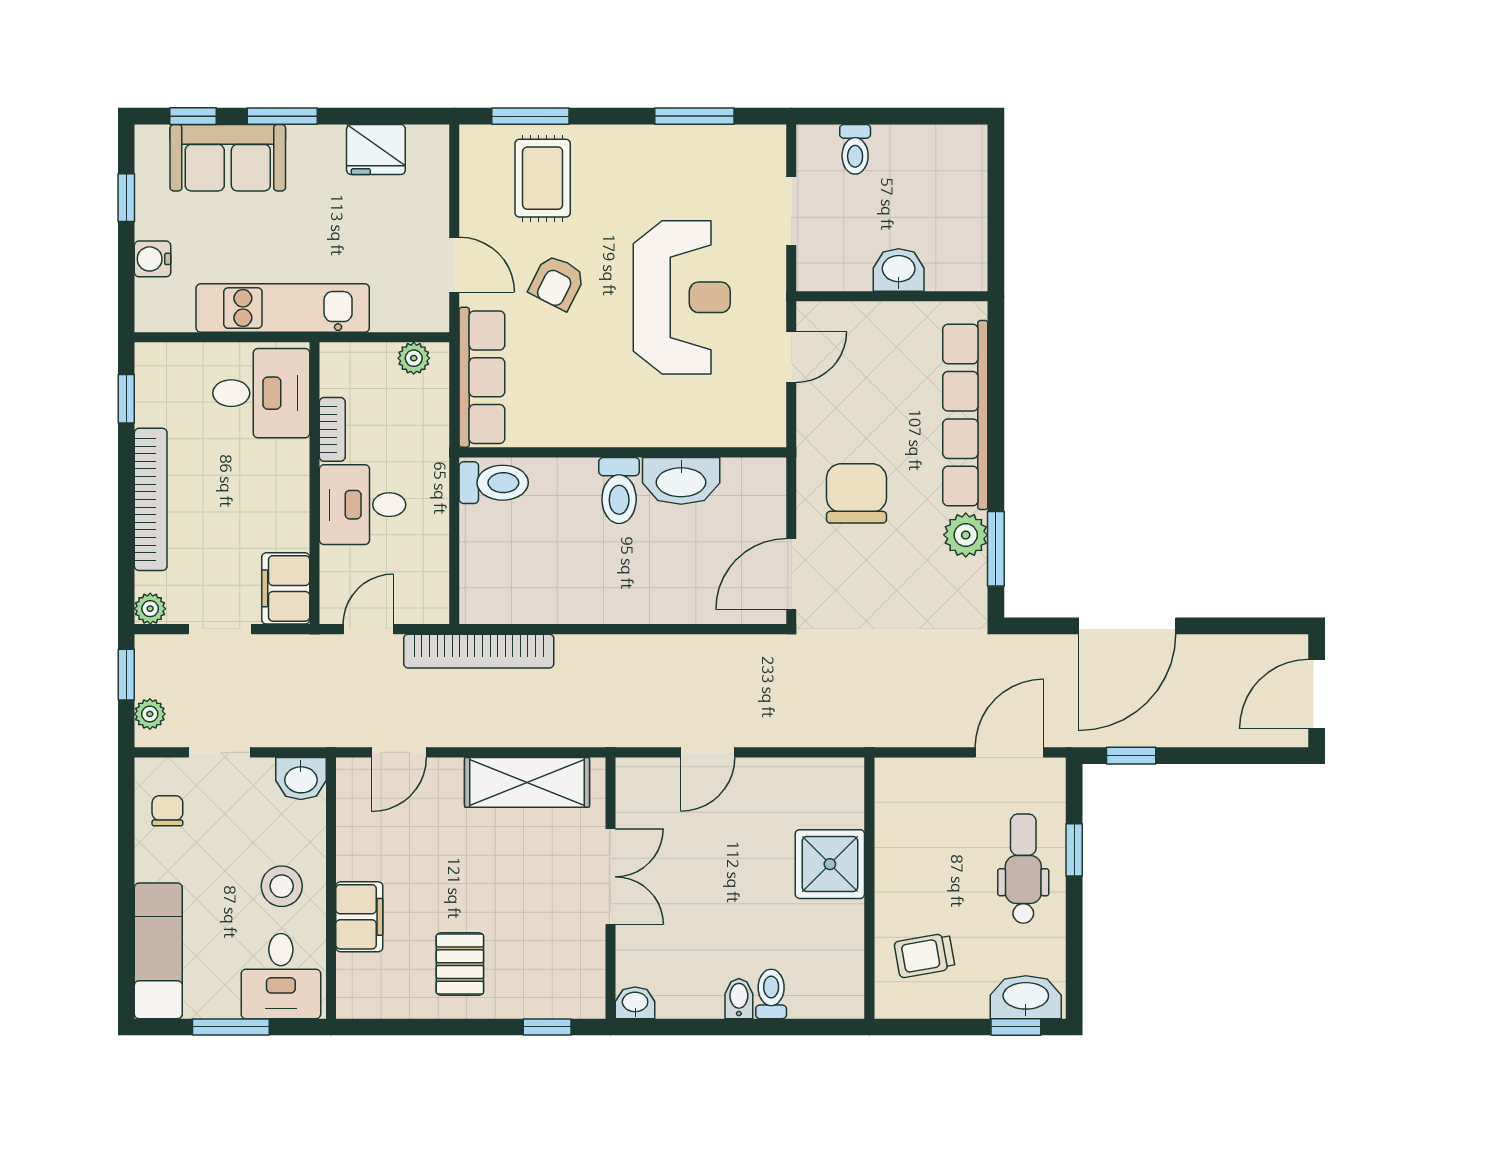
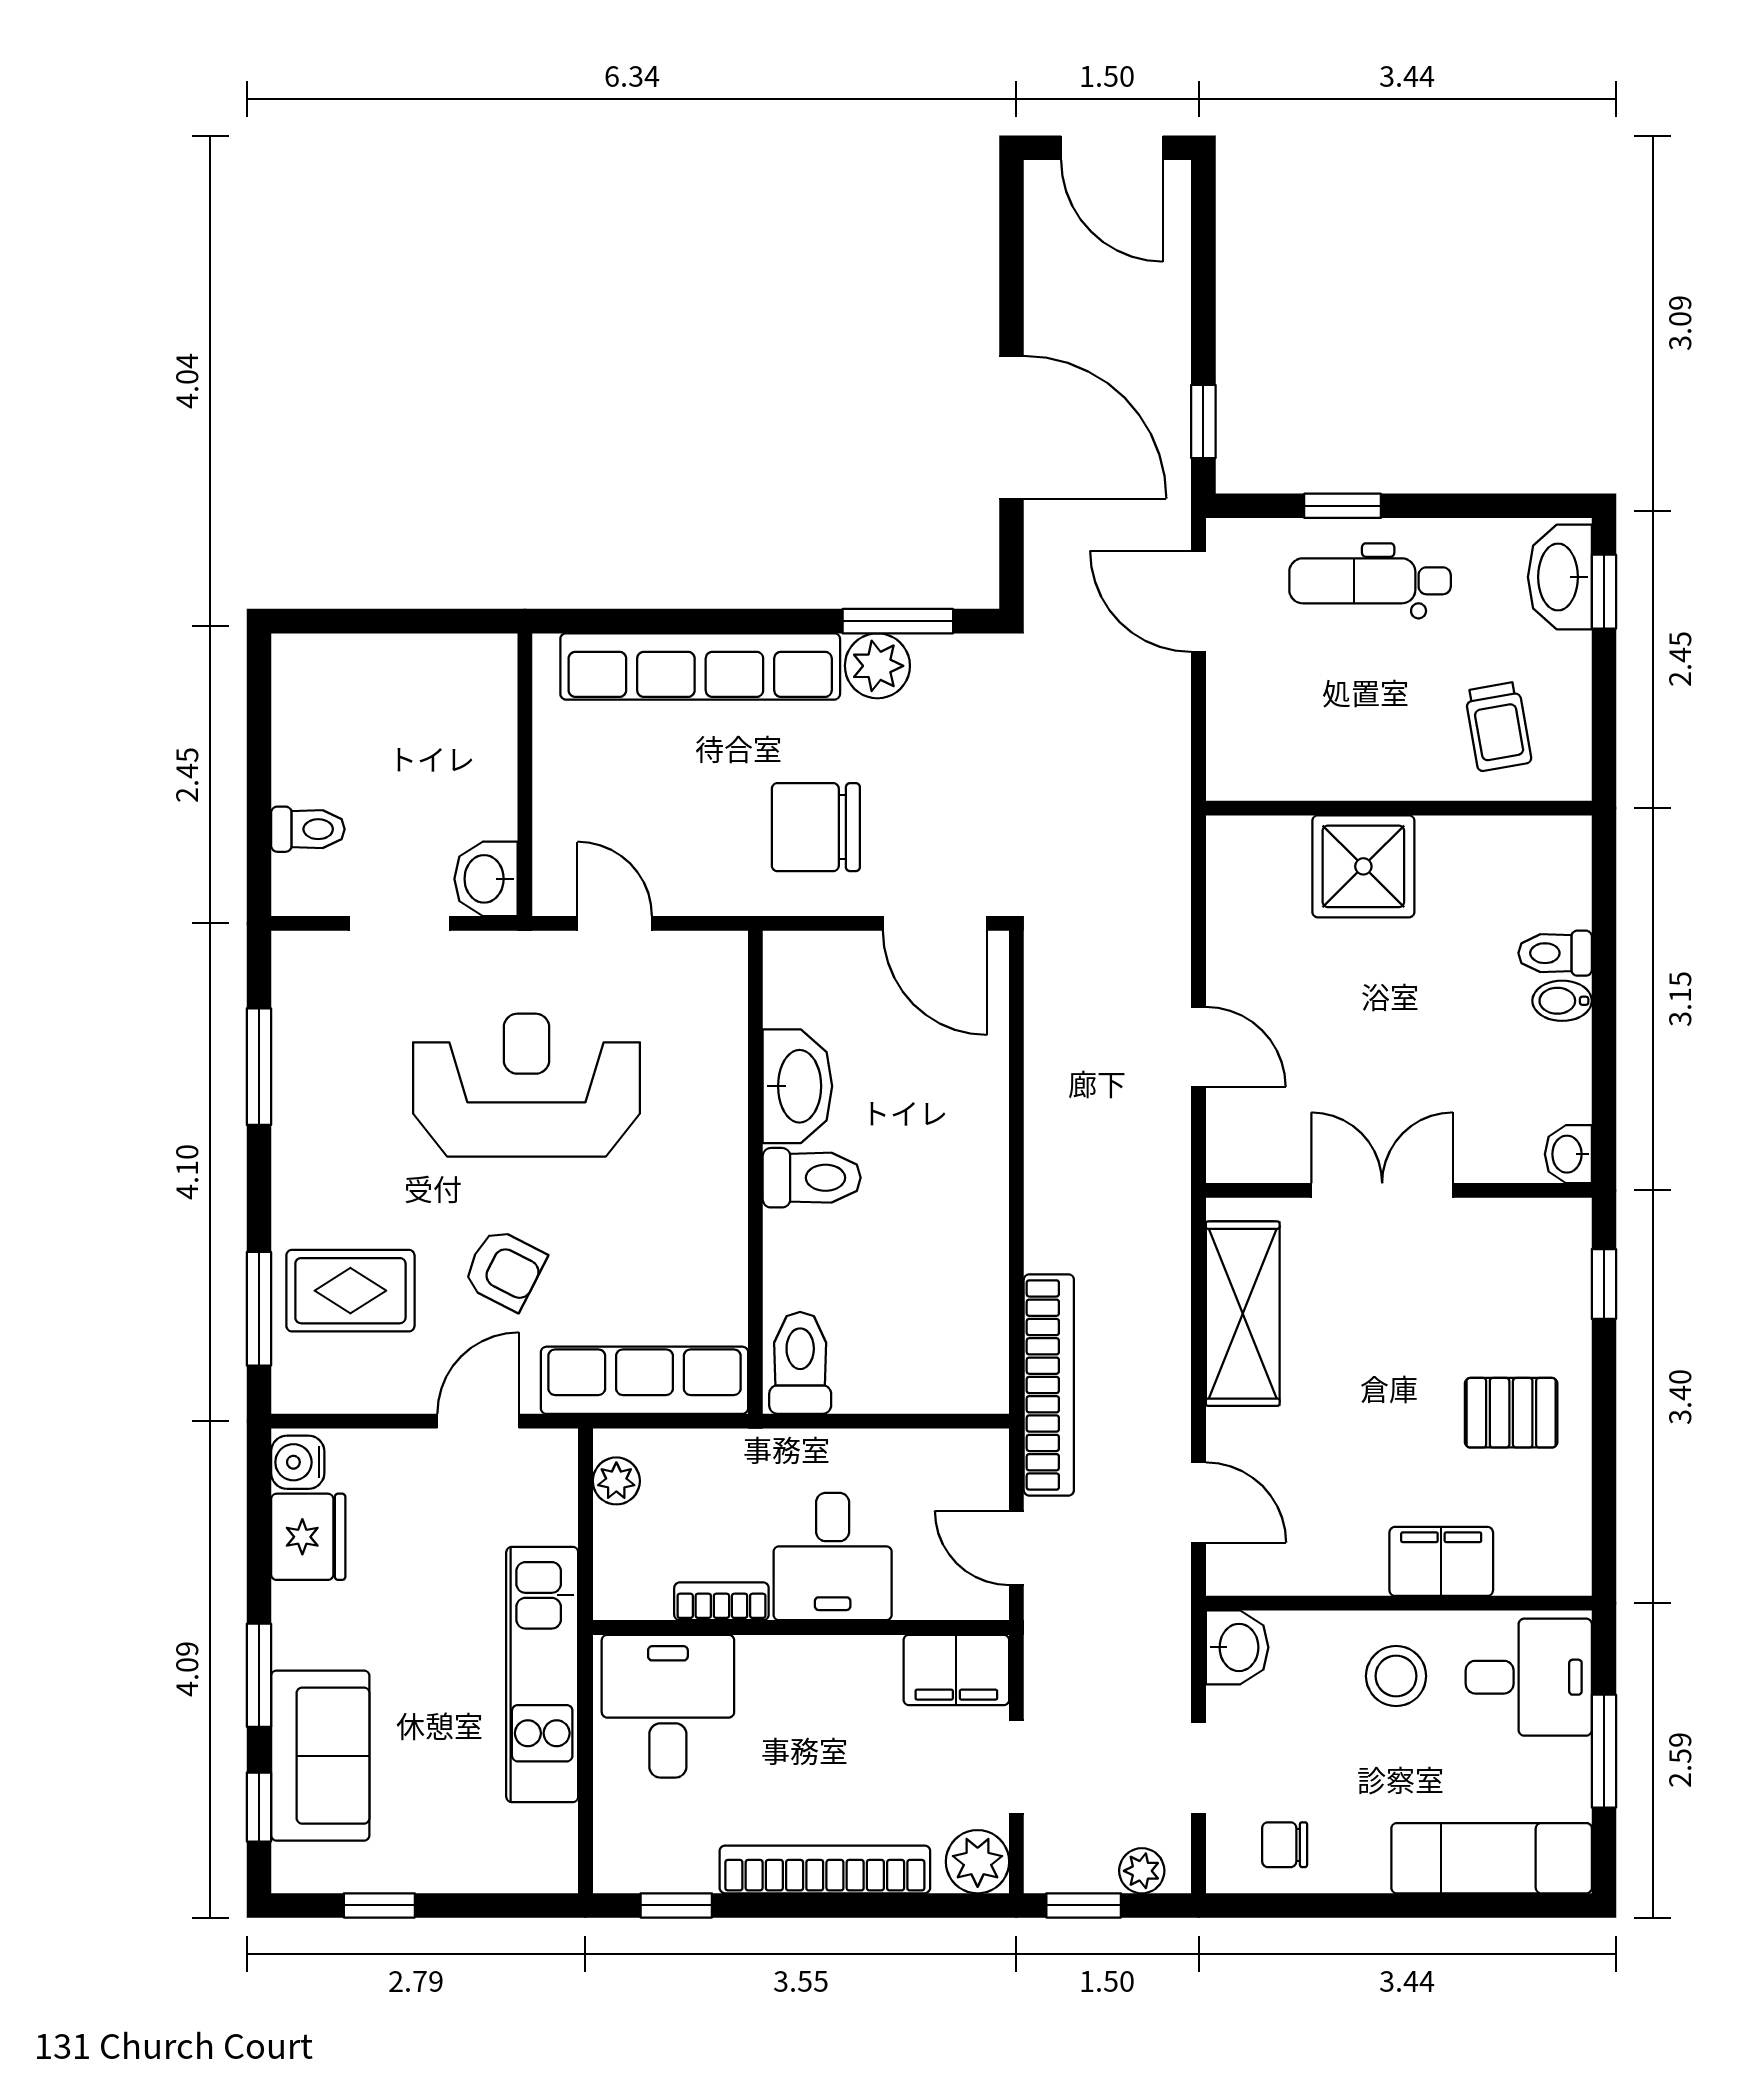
water cooler: (153, 259) -> (298, 1462), moved, turned 90
washbasin: (899, 270) -> (486, 879), moved
plant: (150, 609) -> (978, 1862), width x1.38, depth x1.38

